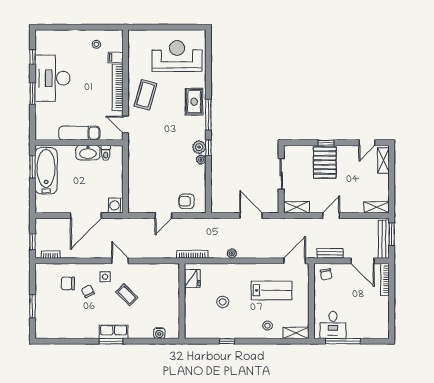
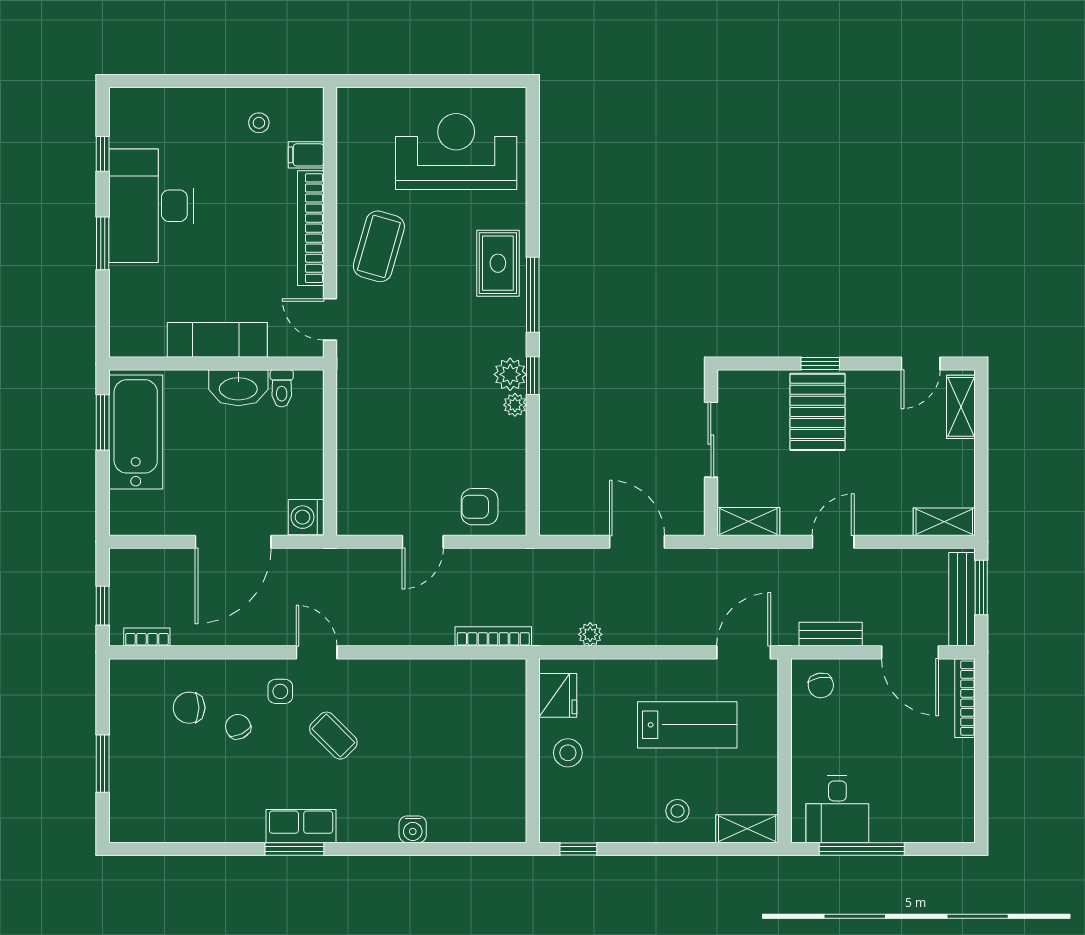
fridge: (192, 278) -> (558, 695), moved
wall: (182, 301) -> (533, 751), moved

